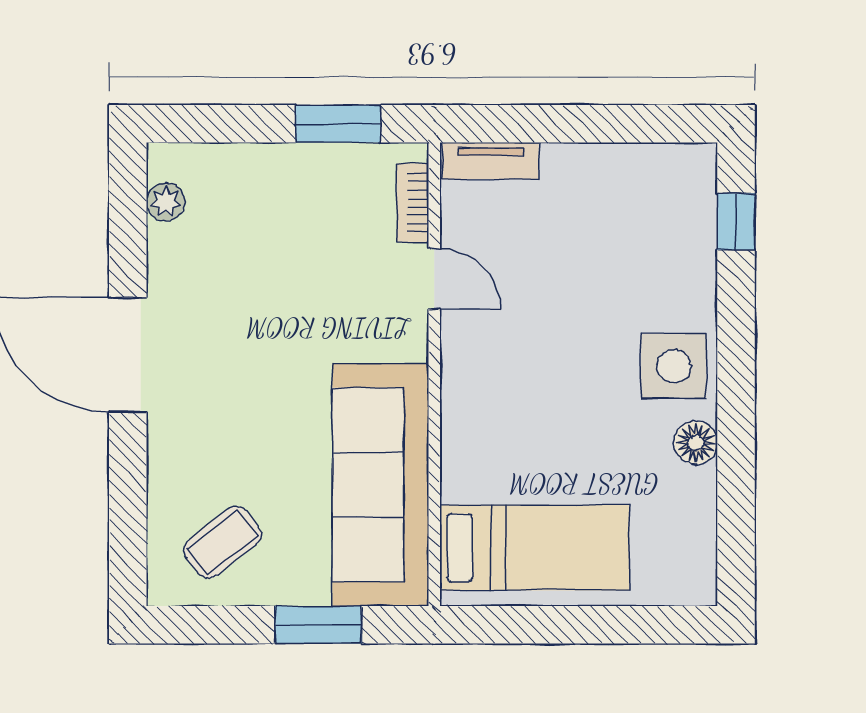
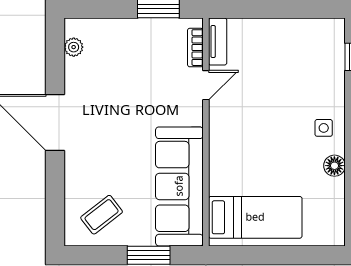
tv unit: (491, 161) -> (218, 42), moved, turned -90
door: (434, 279) -> (206, 85), hinge flipped
side table: (674, 366) -> (324, 128), width x0.54, depth x0.54

